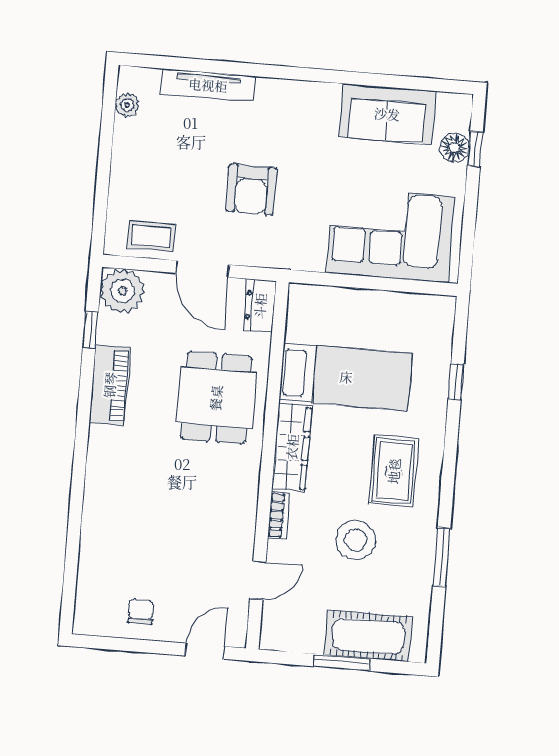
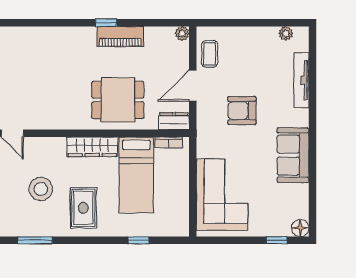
sofa: (387, 114) -> (293, 155), moved
floor lamp: (454, 147) -> (300, 228), moved
plant: (122, 291) -> (182, 33), width x0.53, depth x0.53
window: (91, 330) -> (106, 23), moved
rug: (394, 471) -> (83, 208), turned 90
bookcase: (279, 515) -> (169, 142), moved

